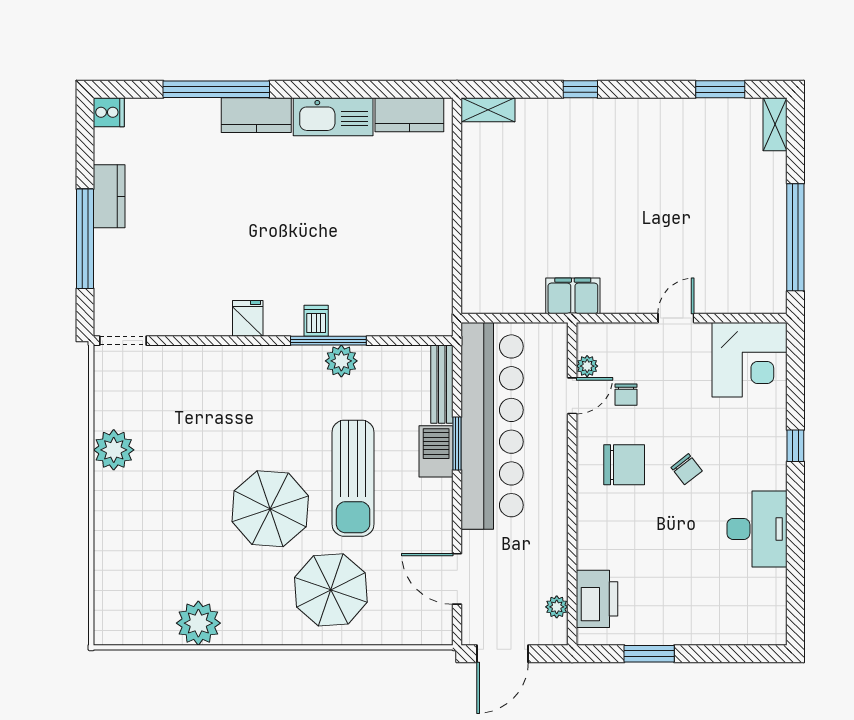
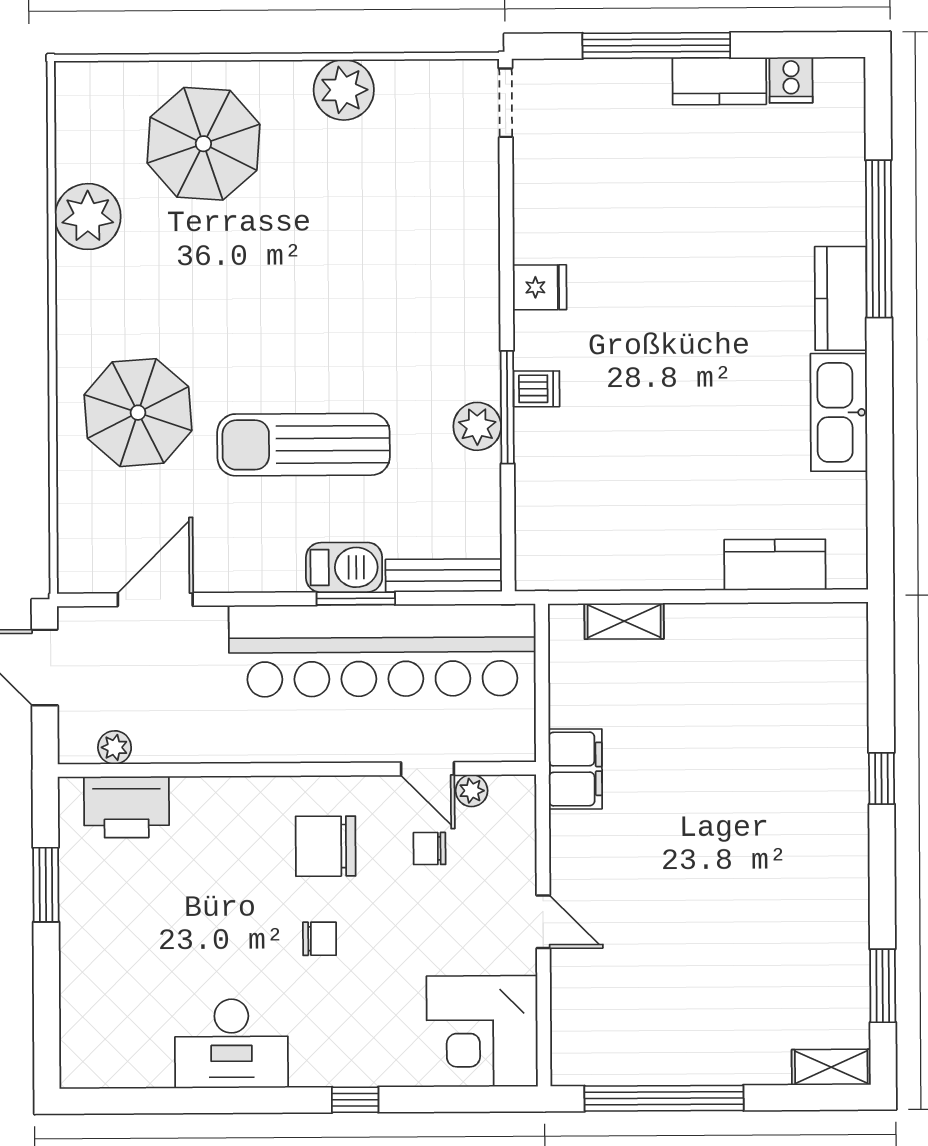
shelving: (488, 110) -> (624, 621), moved, turned 90
cooker: (109, 112) -> (791, 80), moved
kitchen counter: (409, 115) -> (775, 565), moved, turned 90
chair: (624, 465) -> (326, 846), turned 90
chair: (687, 469) -> (320, 939), turned -142
parasol: (270, 509) -> (203, 144), moved

